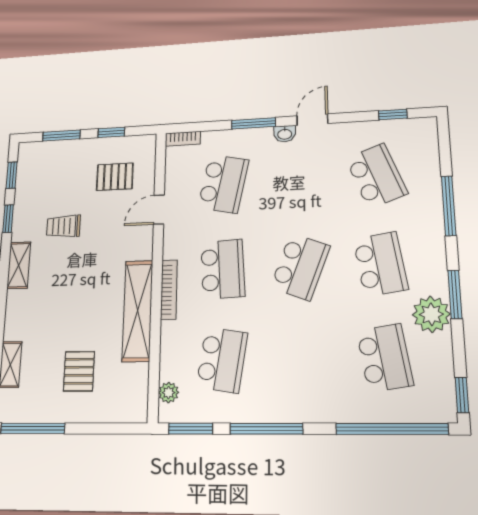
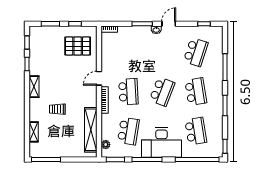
school desk: (376, 176) -> (196, 52), turned 39
pallet: (115, 177) -> (78, 46), width x1.50, depth x1.42
school desk: (223, 184) -> (128, 52), removed
door: (159, 210) -> (99, 78), moved
trolley: (63, 226) -> (57, 109), moved
shelving: (138, 311) -> (91, 130), moved
plant: (431, 314) -> (215, 114), removed
pallet: (79, 371) -> (65, 135), removed
desk: (301, 386) -> (161, 142), added

